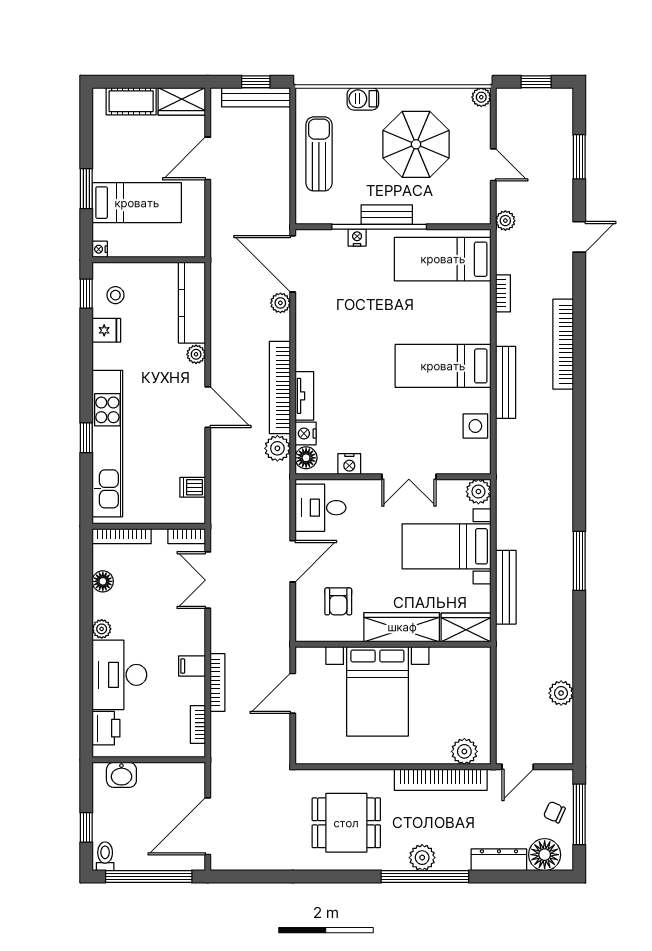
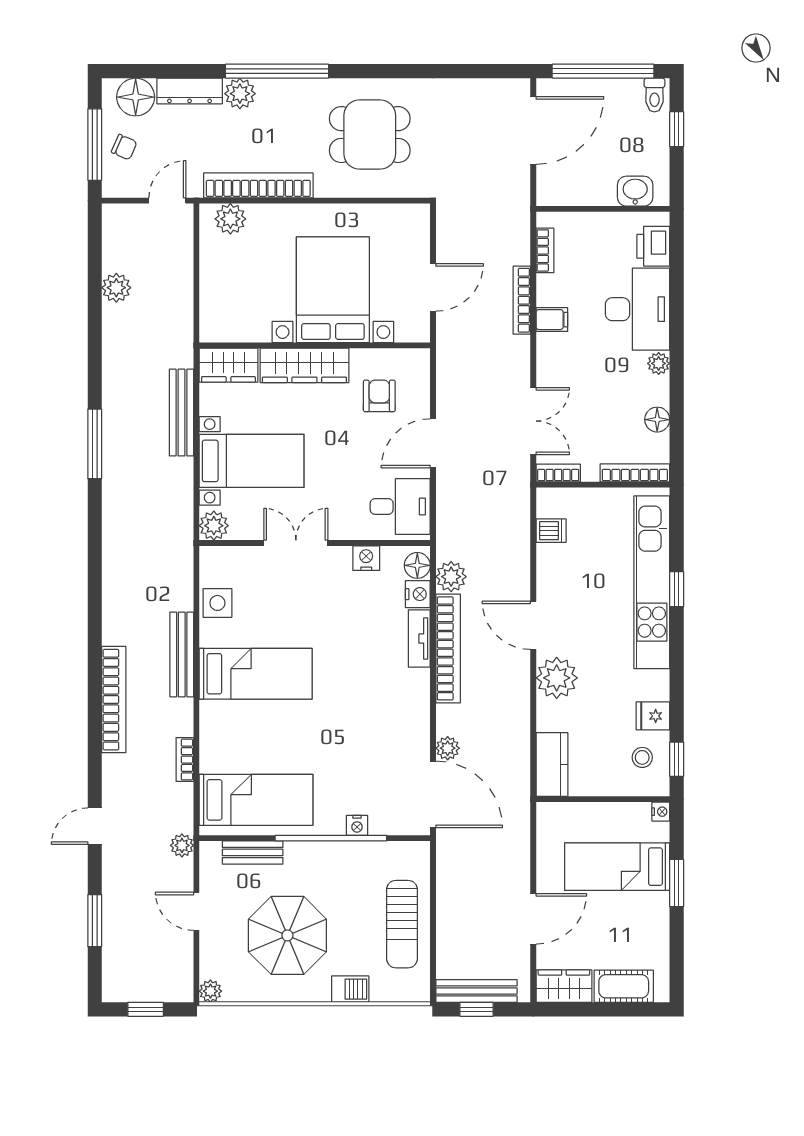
bench: (387, 215) -> (253, 852), moved
kitchen counter: (192, 303) -> (552, 765), width x0.67
plant: (196, 354) -> (557, 678), width x1.87, depth x1.87
plant: (422, 858) -> (240, 94), moved

